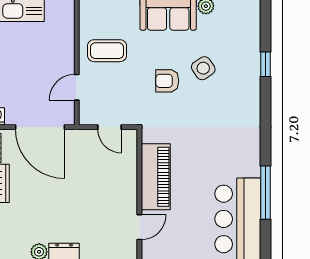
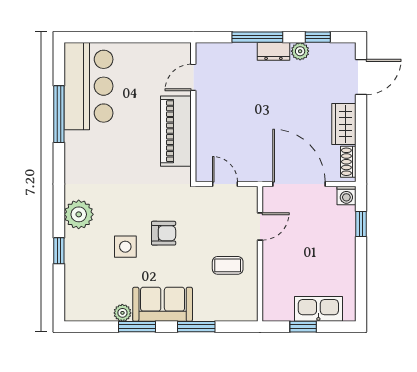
coffee table: (107, 51) -> (228, 265), width x0.73, depth x0.77
side table: (203, 68) -> (125, 247), turned 34
plant: (247, 99) -> (79, 214), added

